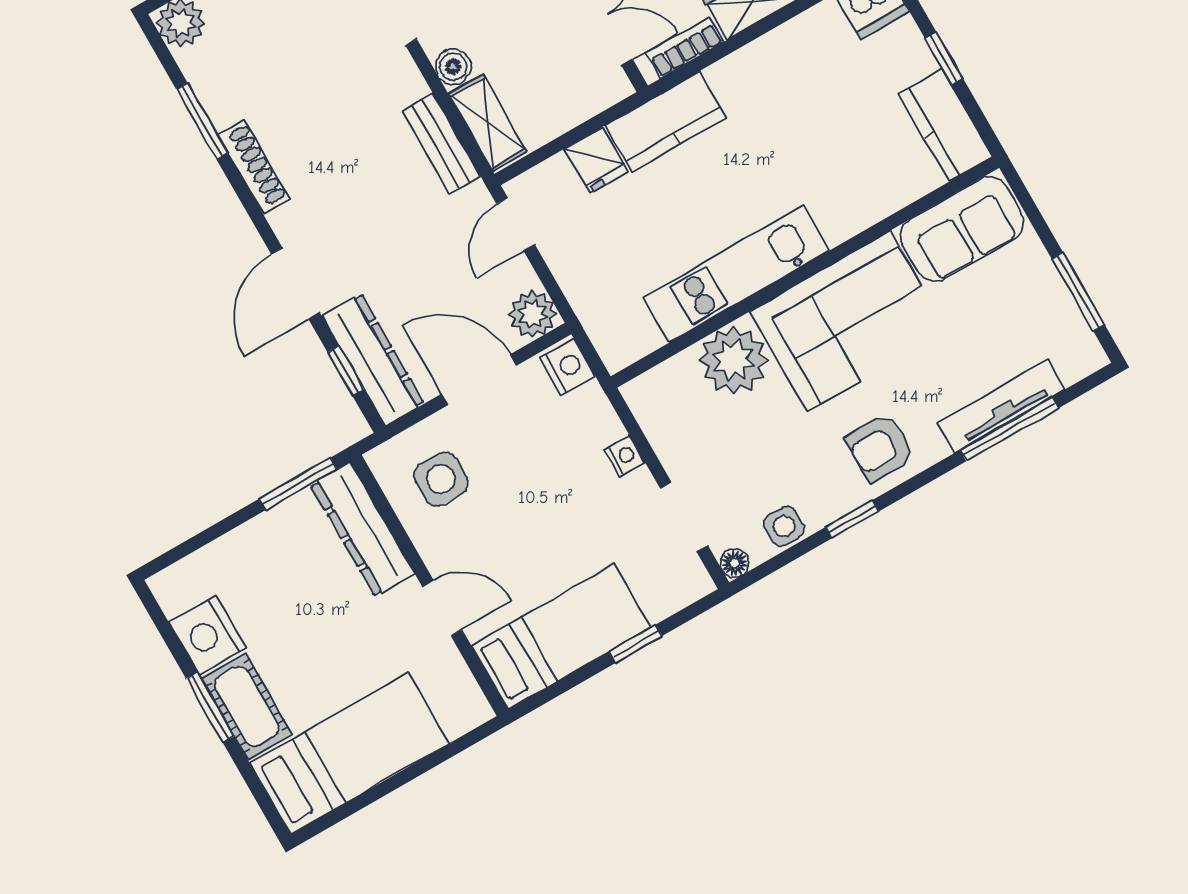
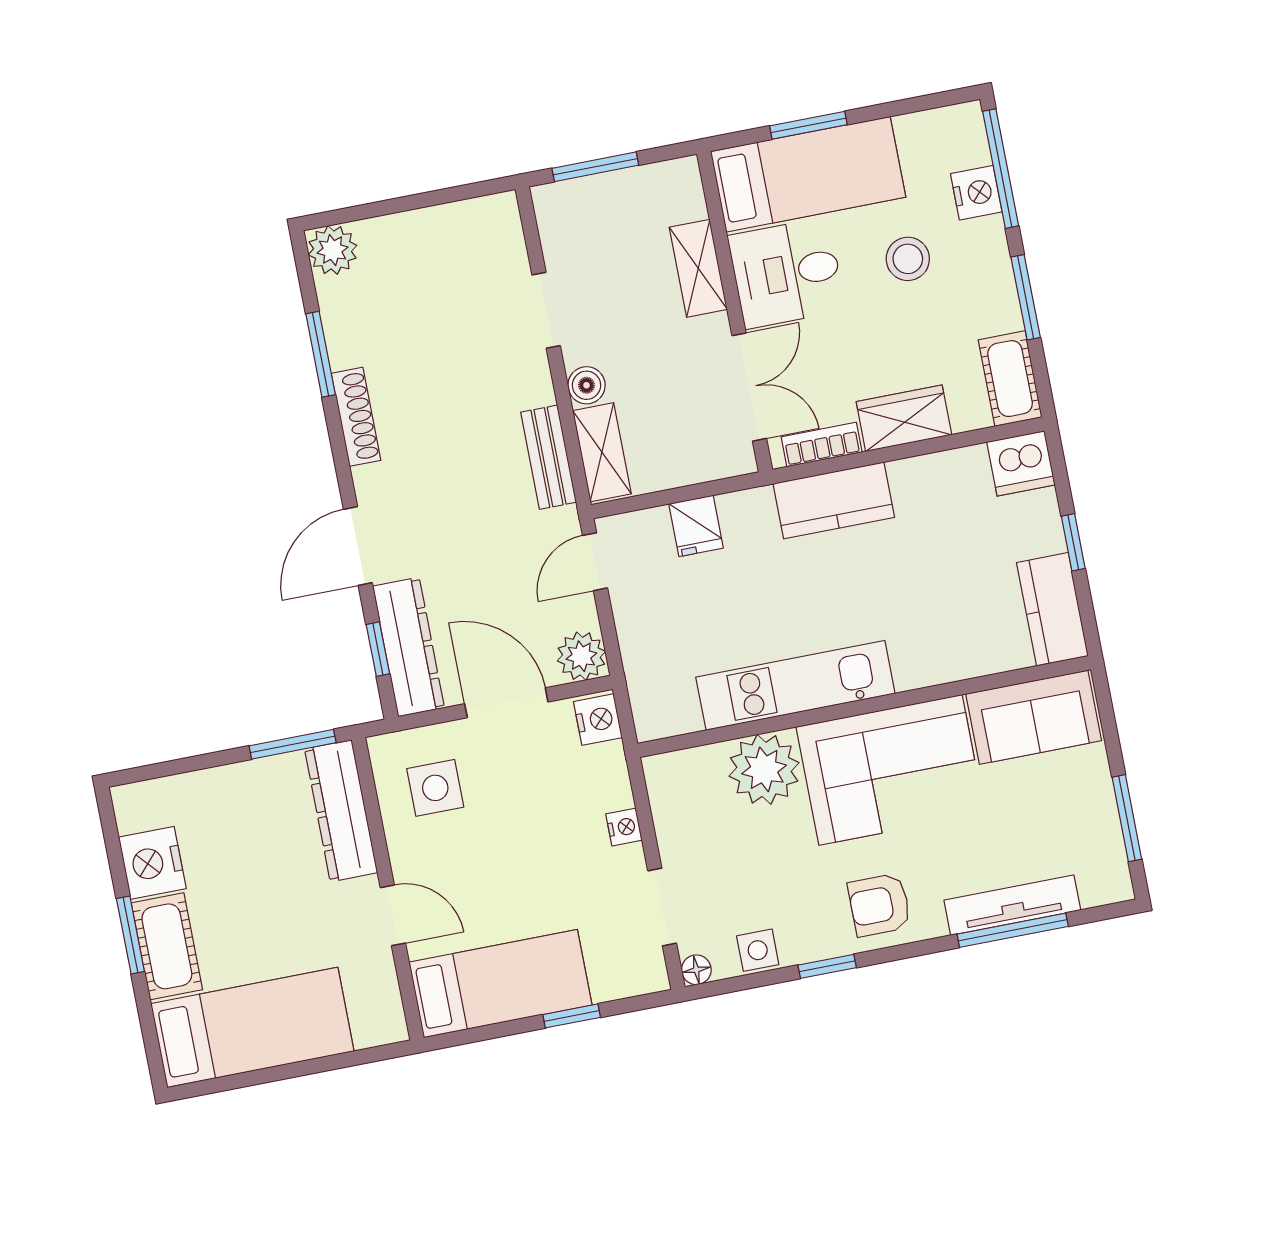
kitchen counter: (666, 122) -> (834, 500), moved

